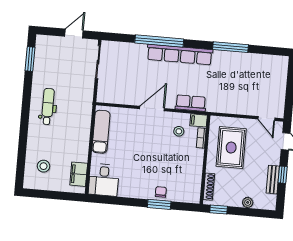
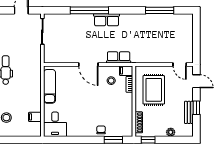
window: (230, 47) -> (160, 10), moved
row of seats: (180, 55) -> (107, 20), width x0.50
door: (152, 109) -> (88, 64), swing flipped
filing cabinet: (79, 174) -> (35, 117), width x0.50
window: (159, 204) -> (113, 140), moved

